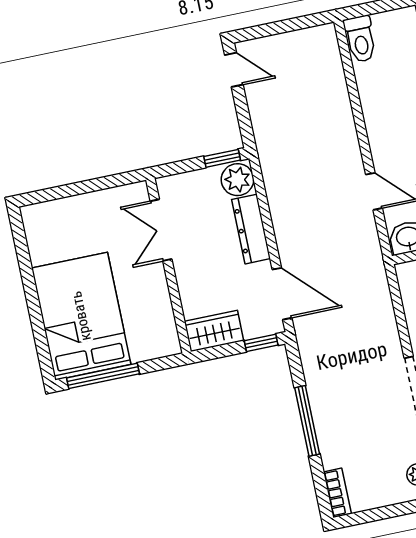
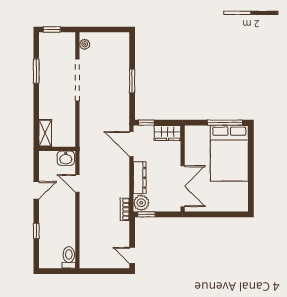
double door: (161, 230) -> (183, 186), width x1.37
window: (307, 421) -> (132, 81), width x0.69
bookcase: (337, 493) -> (125, 209), moved

